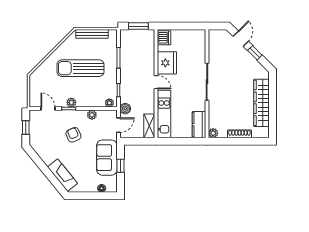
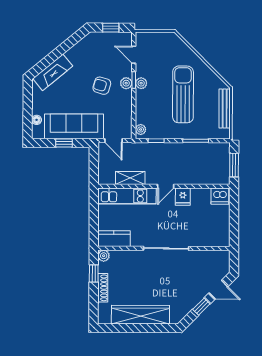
fridge: (167, 63) -> (183, 197), width x0.53, depth x0.75
door: (48, 109) -> (134, 55), swing flipped
boiler: (125, 109) -> (133, 149), removed
plant: (92, 115) -> (126, 83), moved
shelving: (149, 126) -> (130, 178), moved
armchair: (73, 135) -> (102, 86), turned -141
window: (228, 141) -> (94, 273), added
sofa: (107, 158) -> (74, 126), width x1.36

